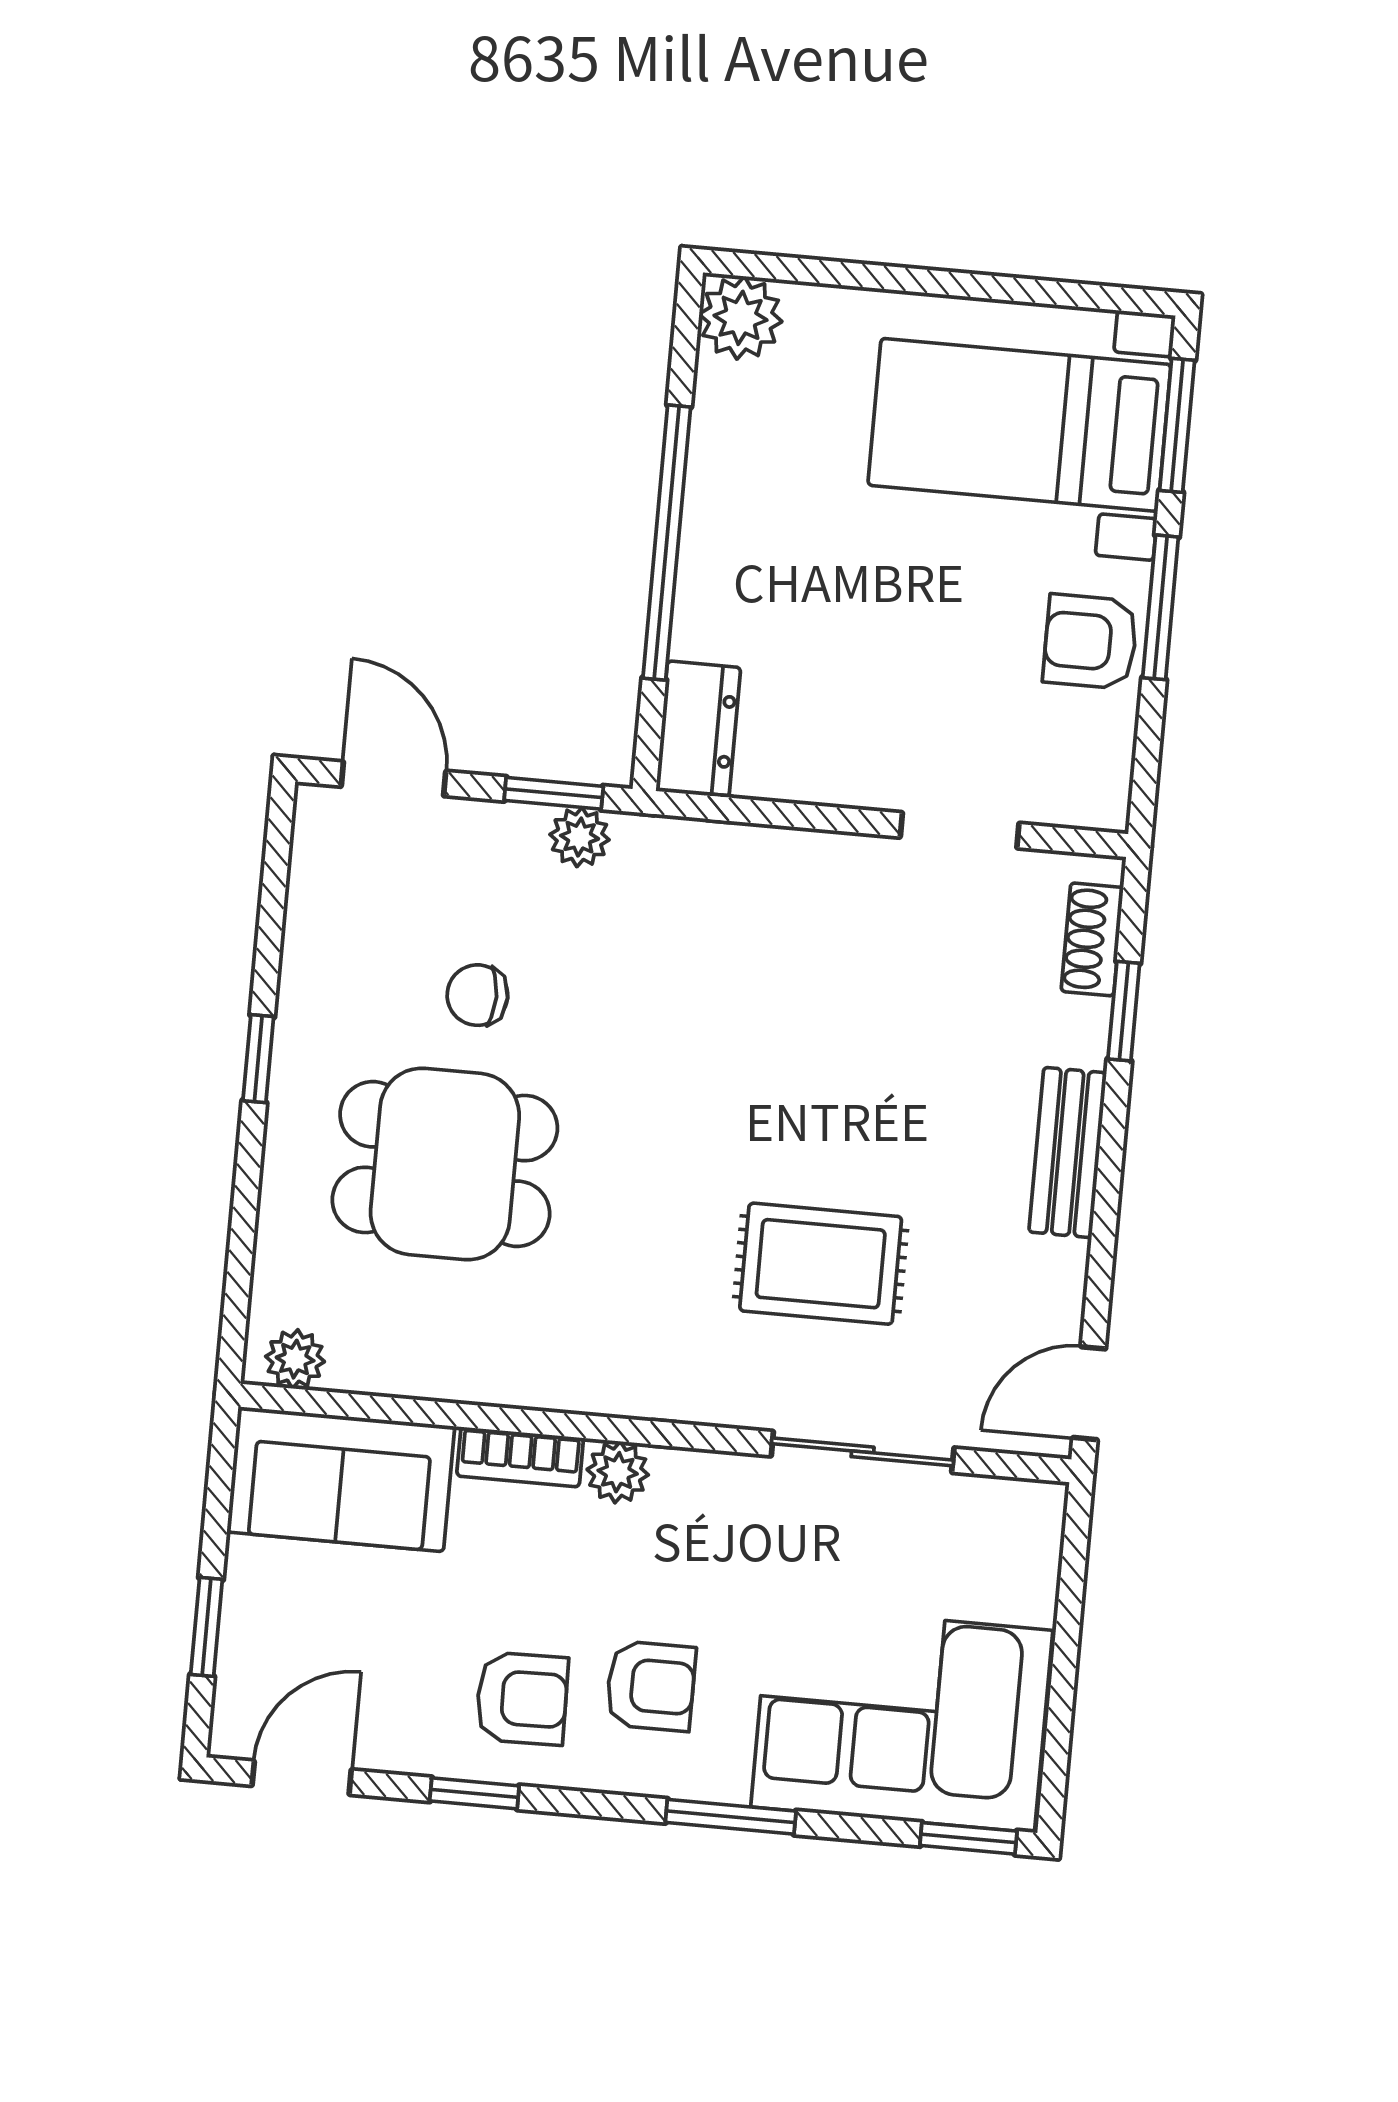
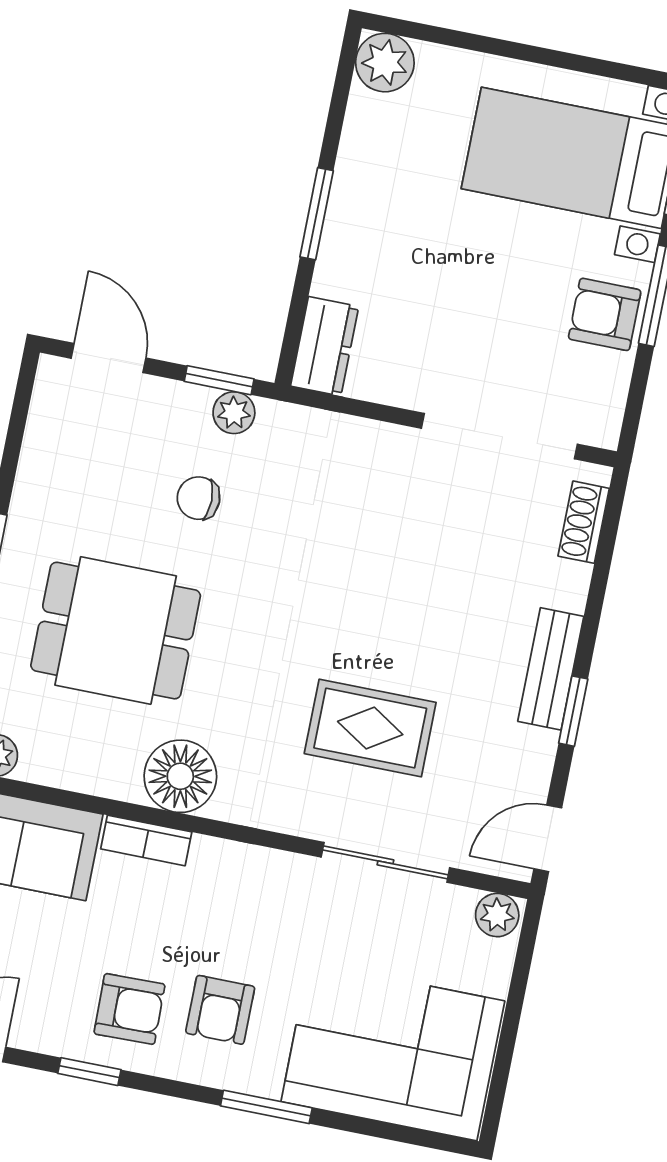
window: (667, 543) -> (317, 214), width x0.47
doorway: (960, 830) -> (499, 436), width x1.87
chair: (477, 995) -> (199, 498), moved
window: (1124, 1011) -> (573, 711), moved
floor lamp: (559, 1361) -> (180, 776), added
plant: (618, 1472) -> (497, 915), moved
armchair: (651, 1686) -> (220, 1010), turned 90
window: (968, 1838) -> (430, 1140), removed

